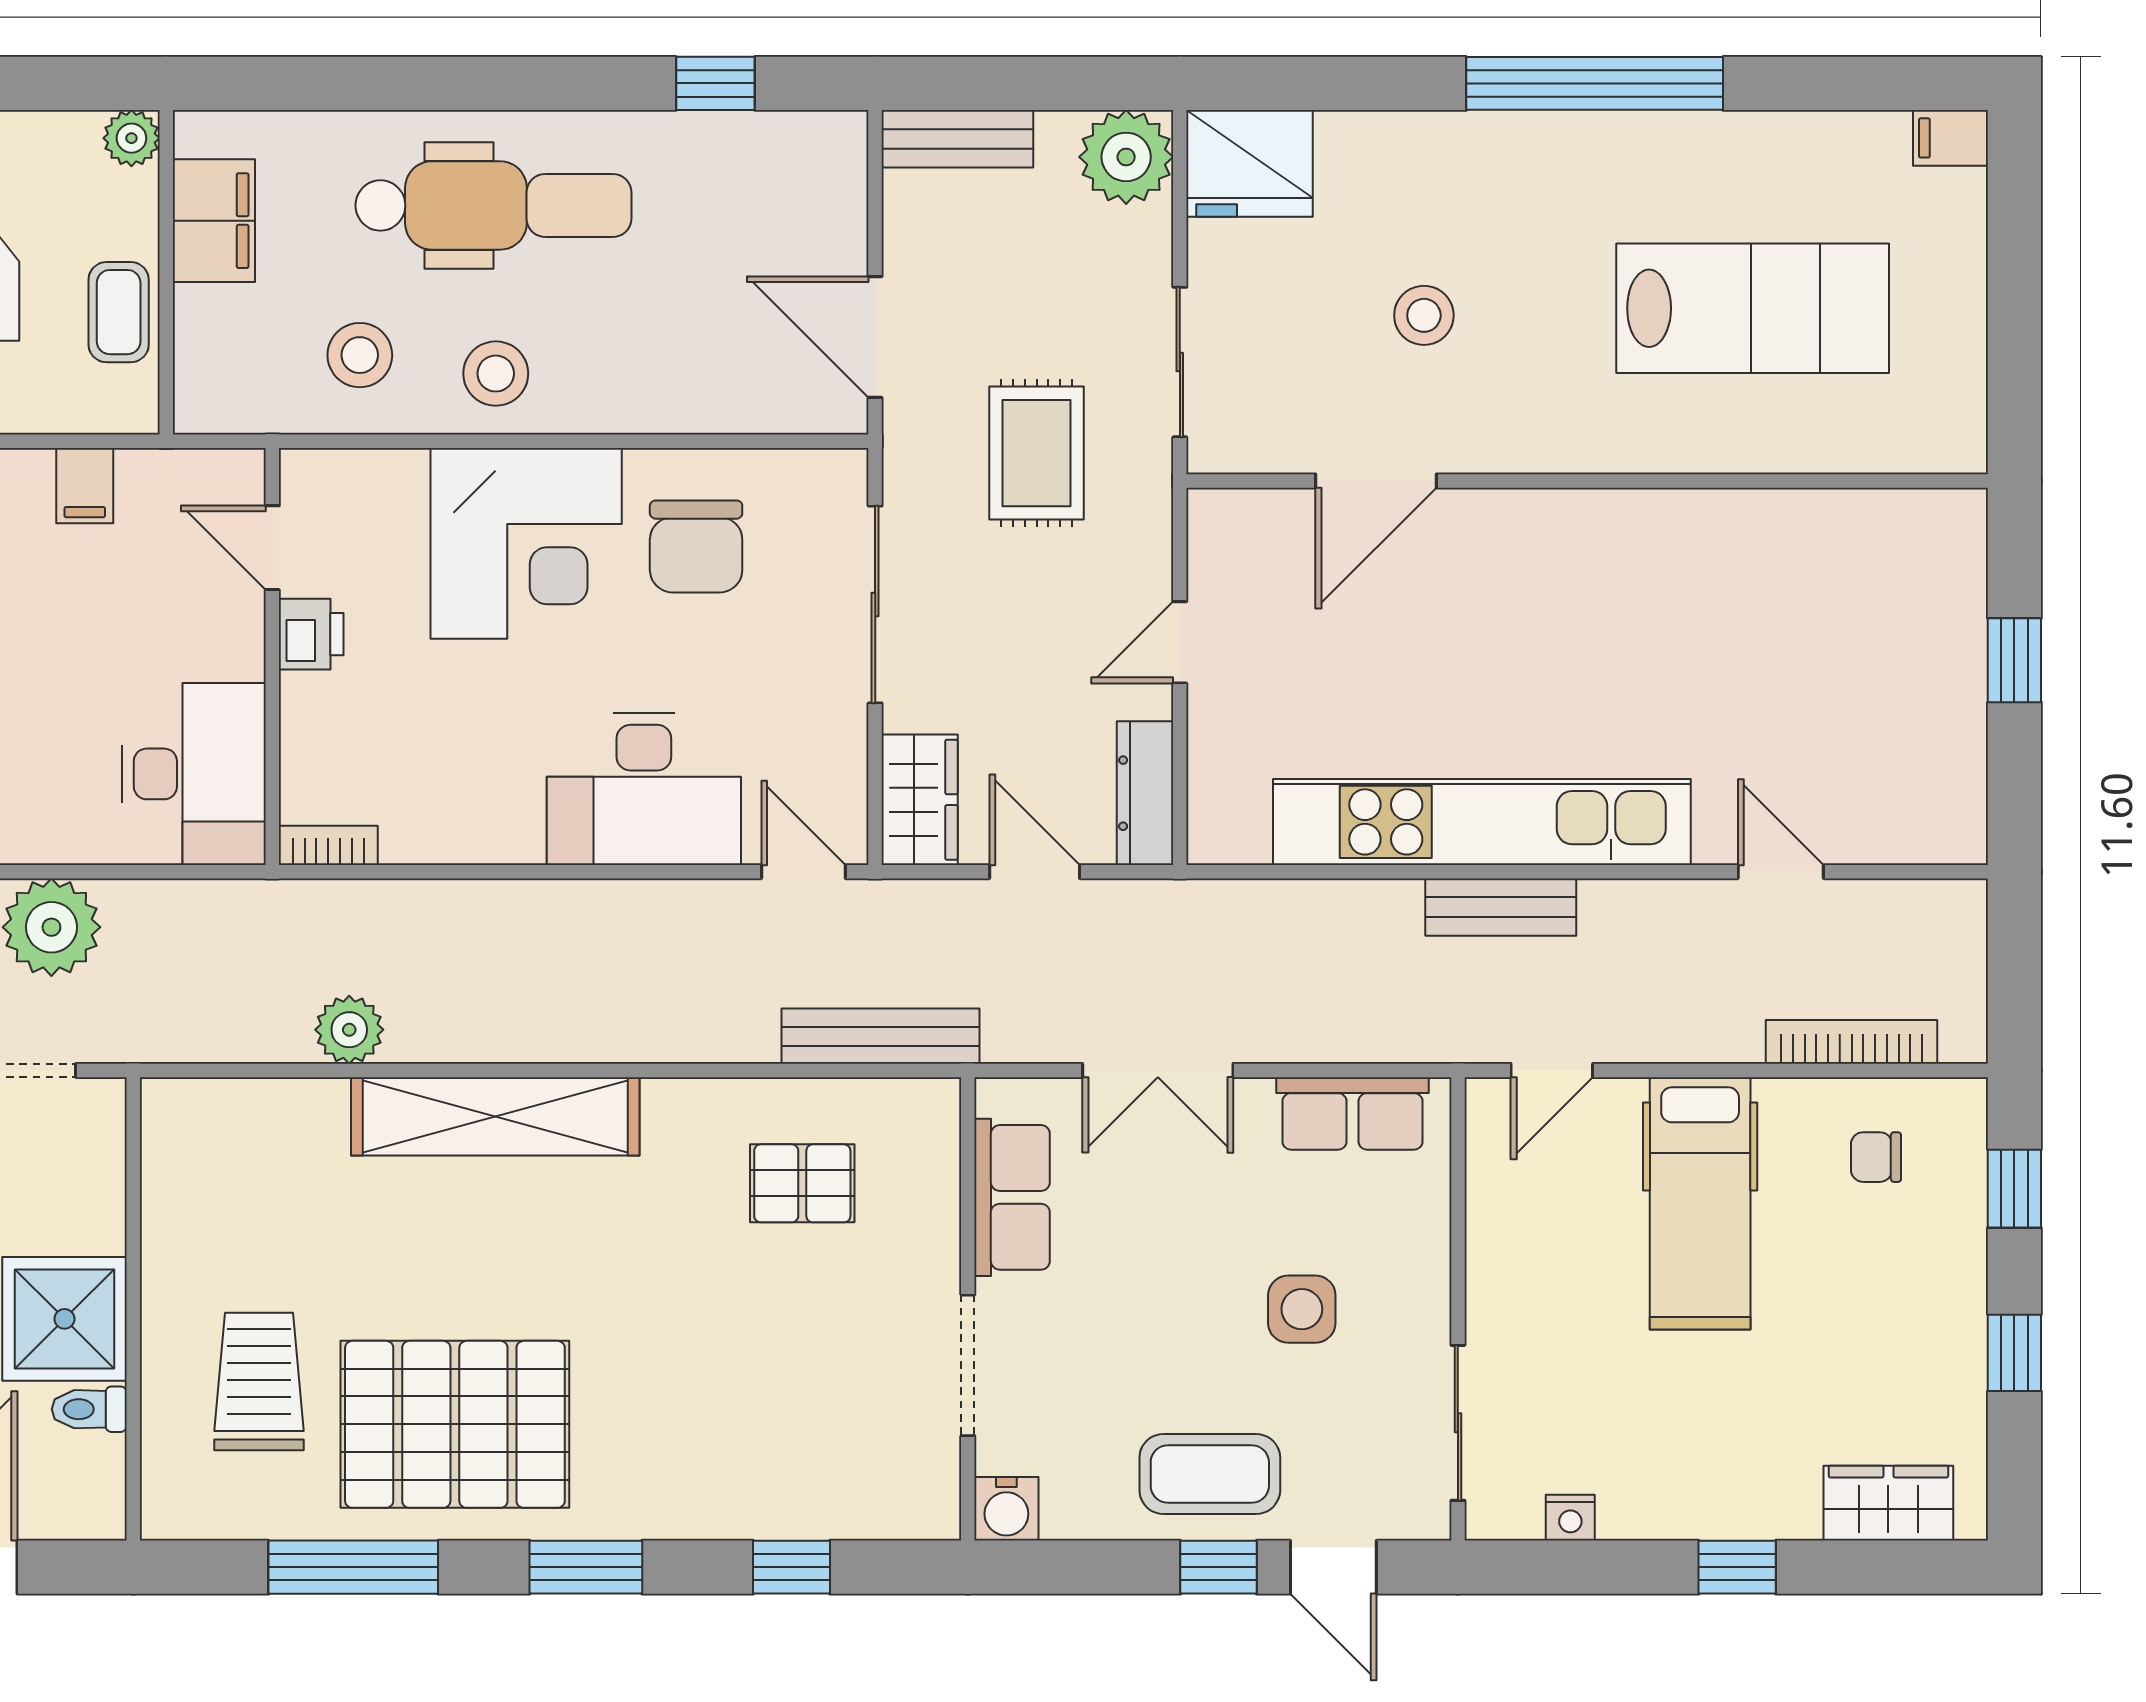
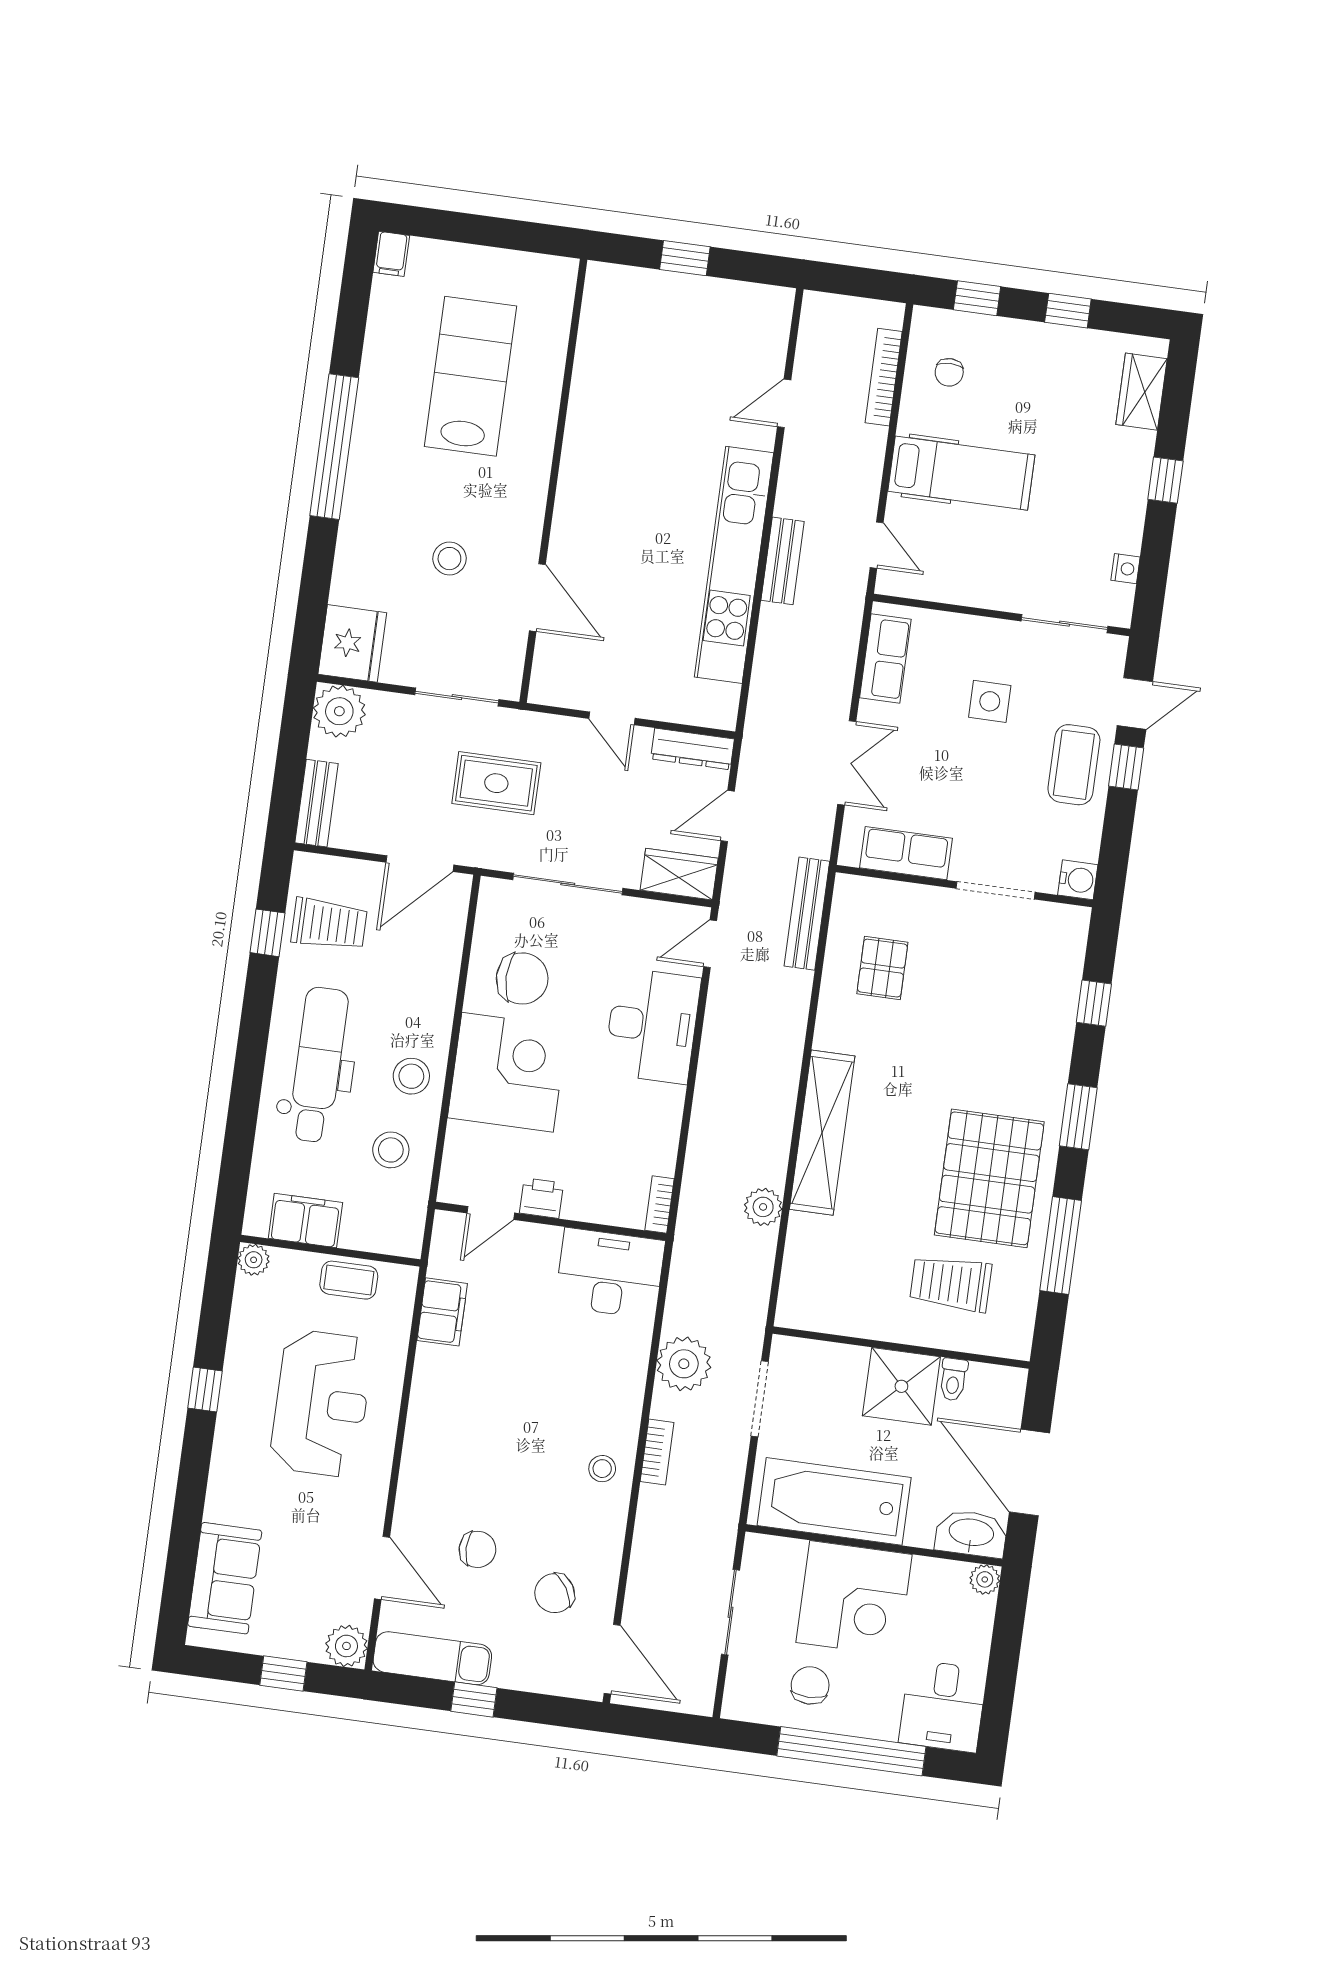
trolley: (746, 191) -> (329, 924), added
filing cabinet: (85, 486) -> (442, 1312), width x2.00

